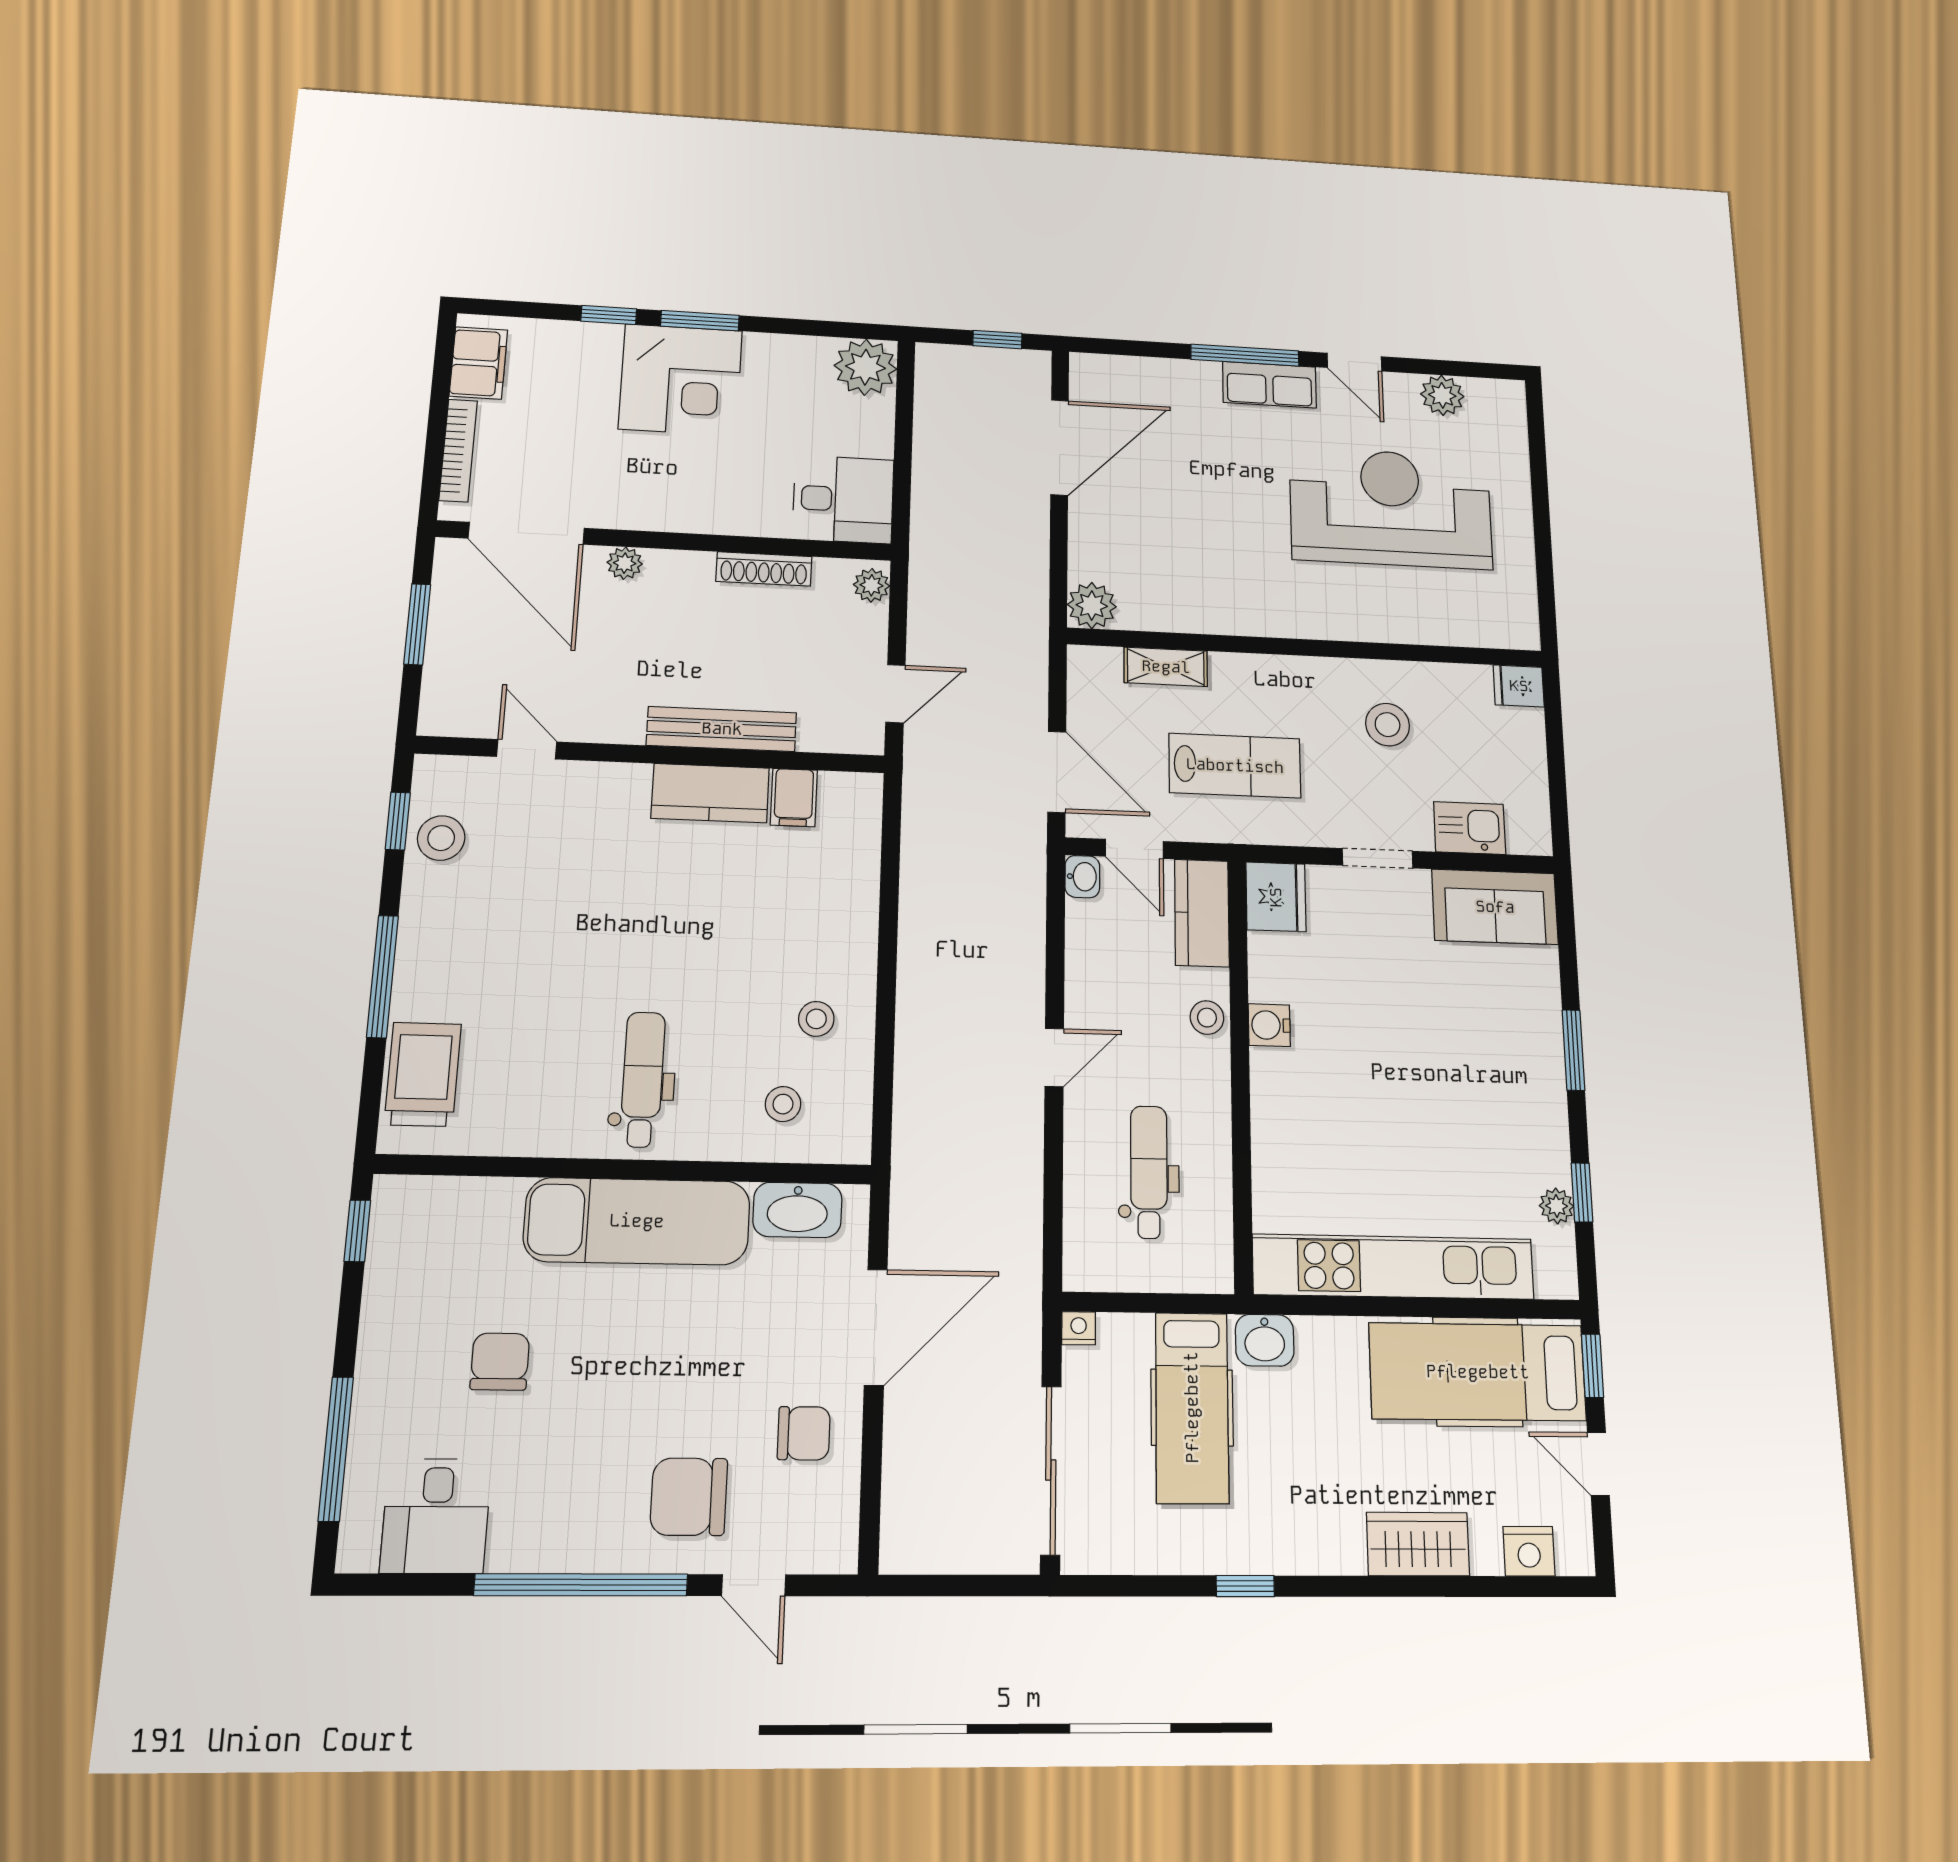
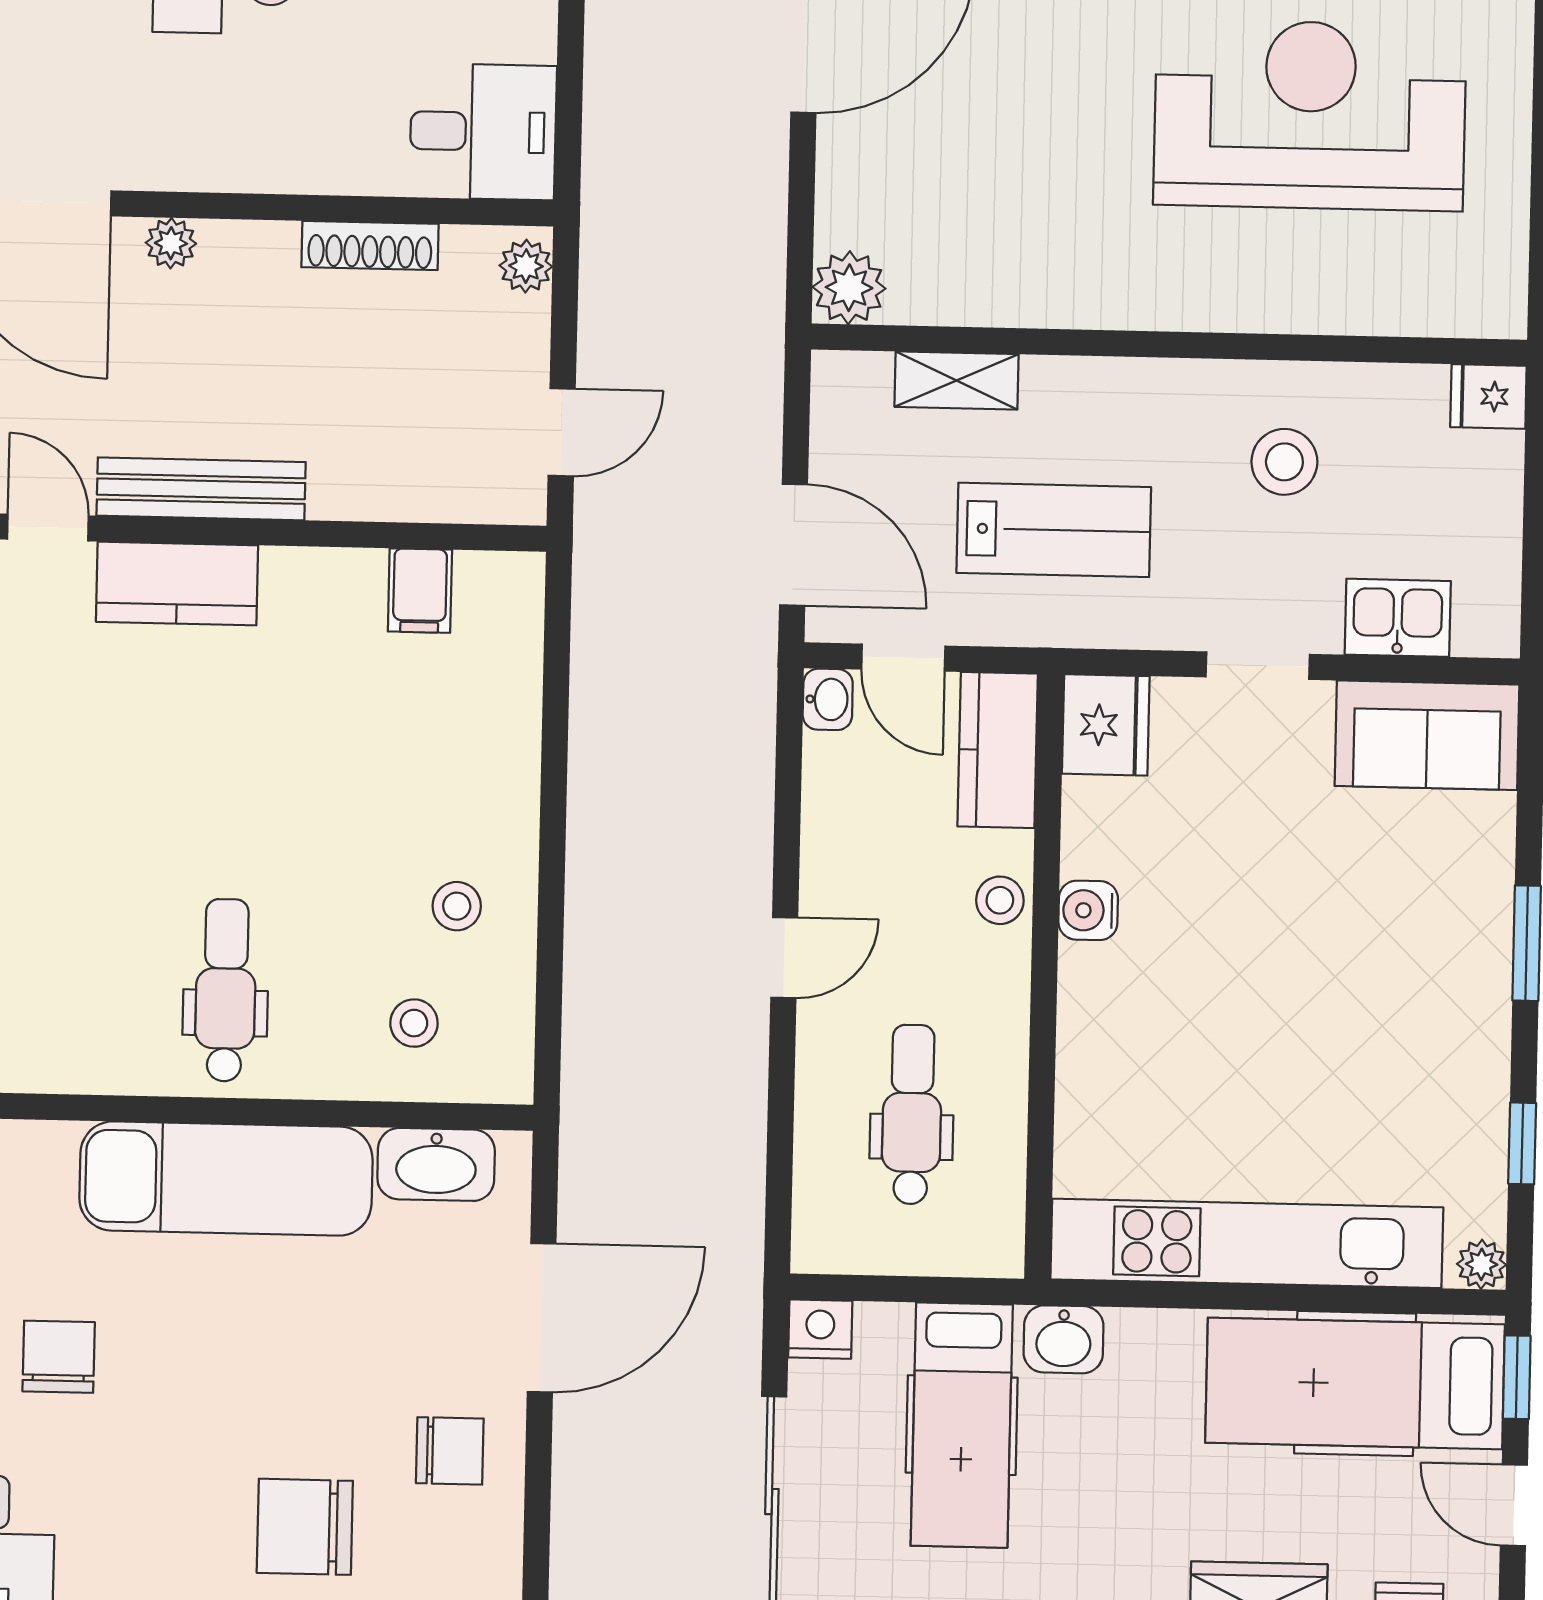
bench: (722, 729) -> (201, 489), moved
kitchen counter: (710, 793) -> (177, 584), moved
plant: (1557, 1206) -> (1482, 1264), moved
nightstand: (1079, 1328) -> (820, 1329), width x1.39, depth x1.35

